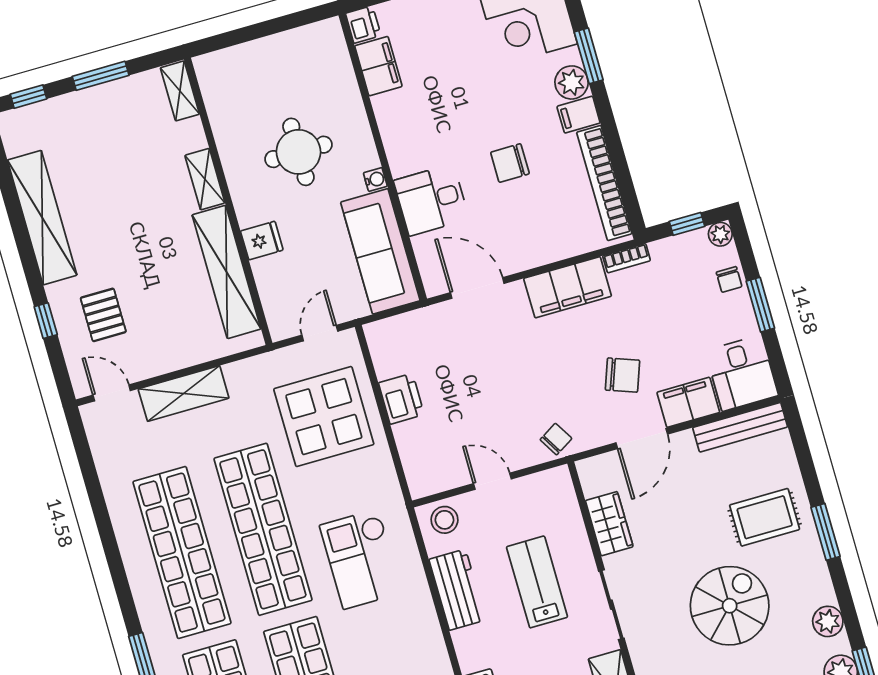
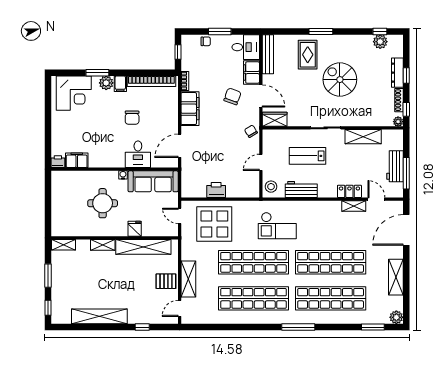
plant: (720, 234) -> (186, 40), removed
pallet: (103, 315) -> (166, 281), moved
wardrobe: (609, 524) -> (275, 119), moved
plant: (828, 621) -> (358, 41), removed

